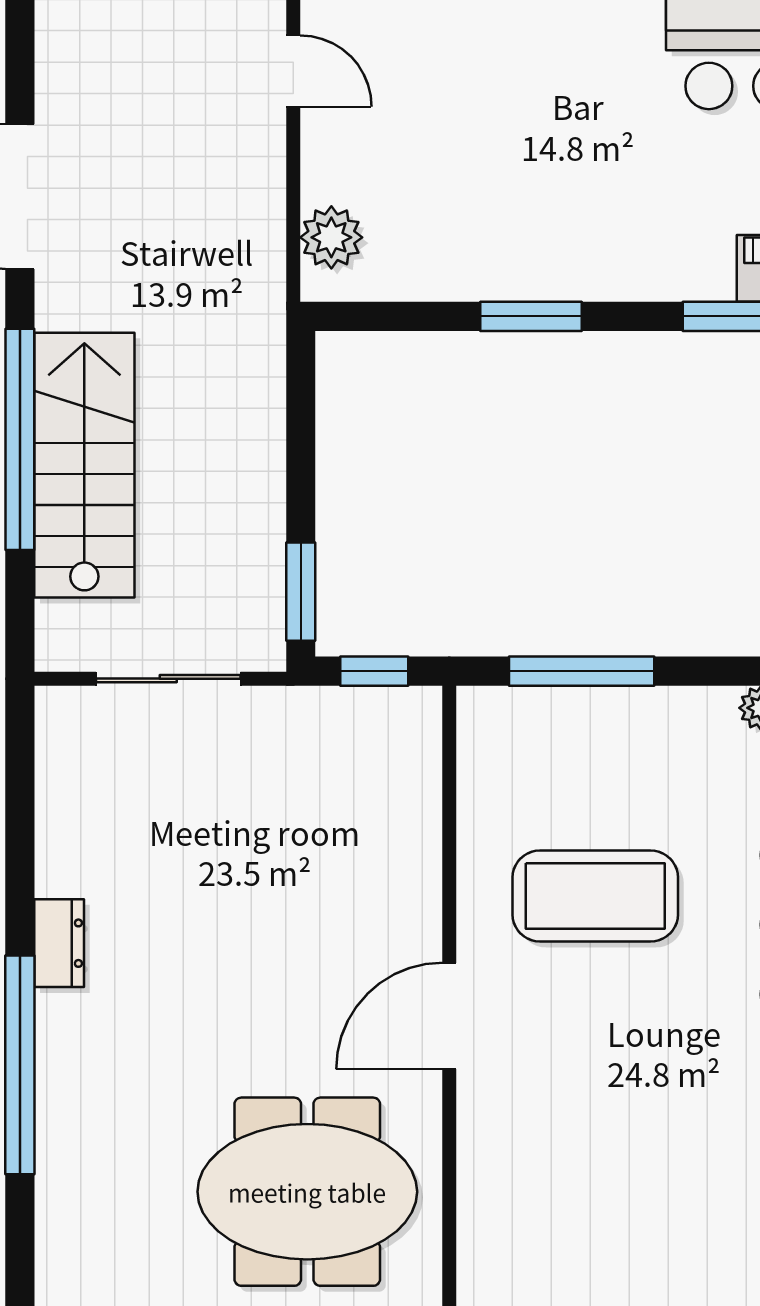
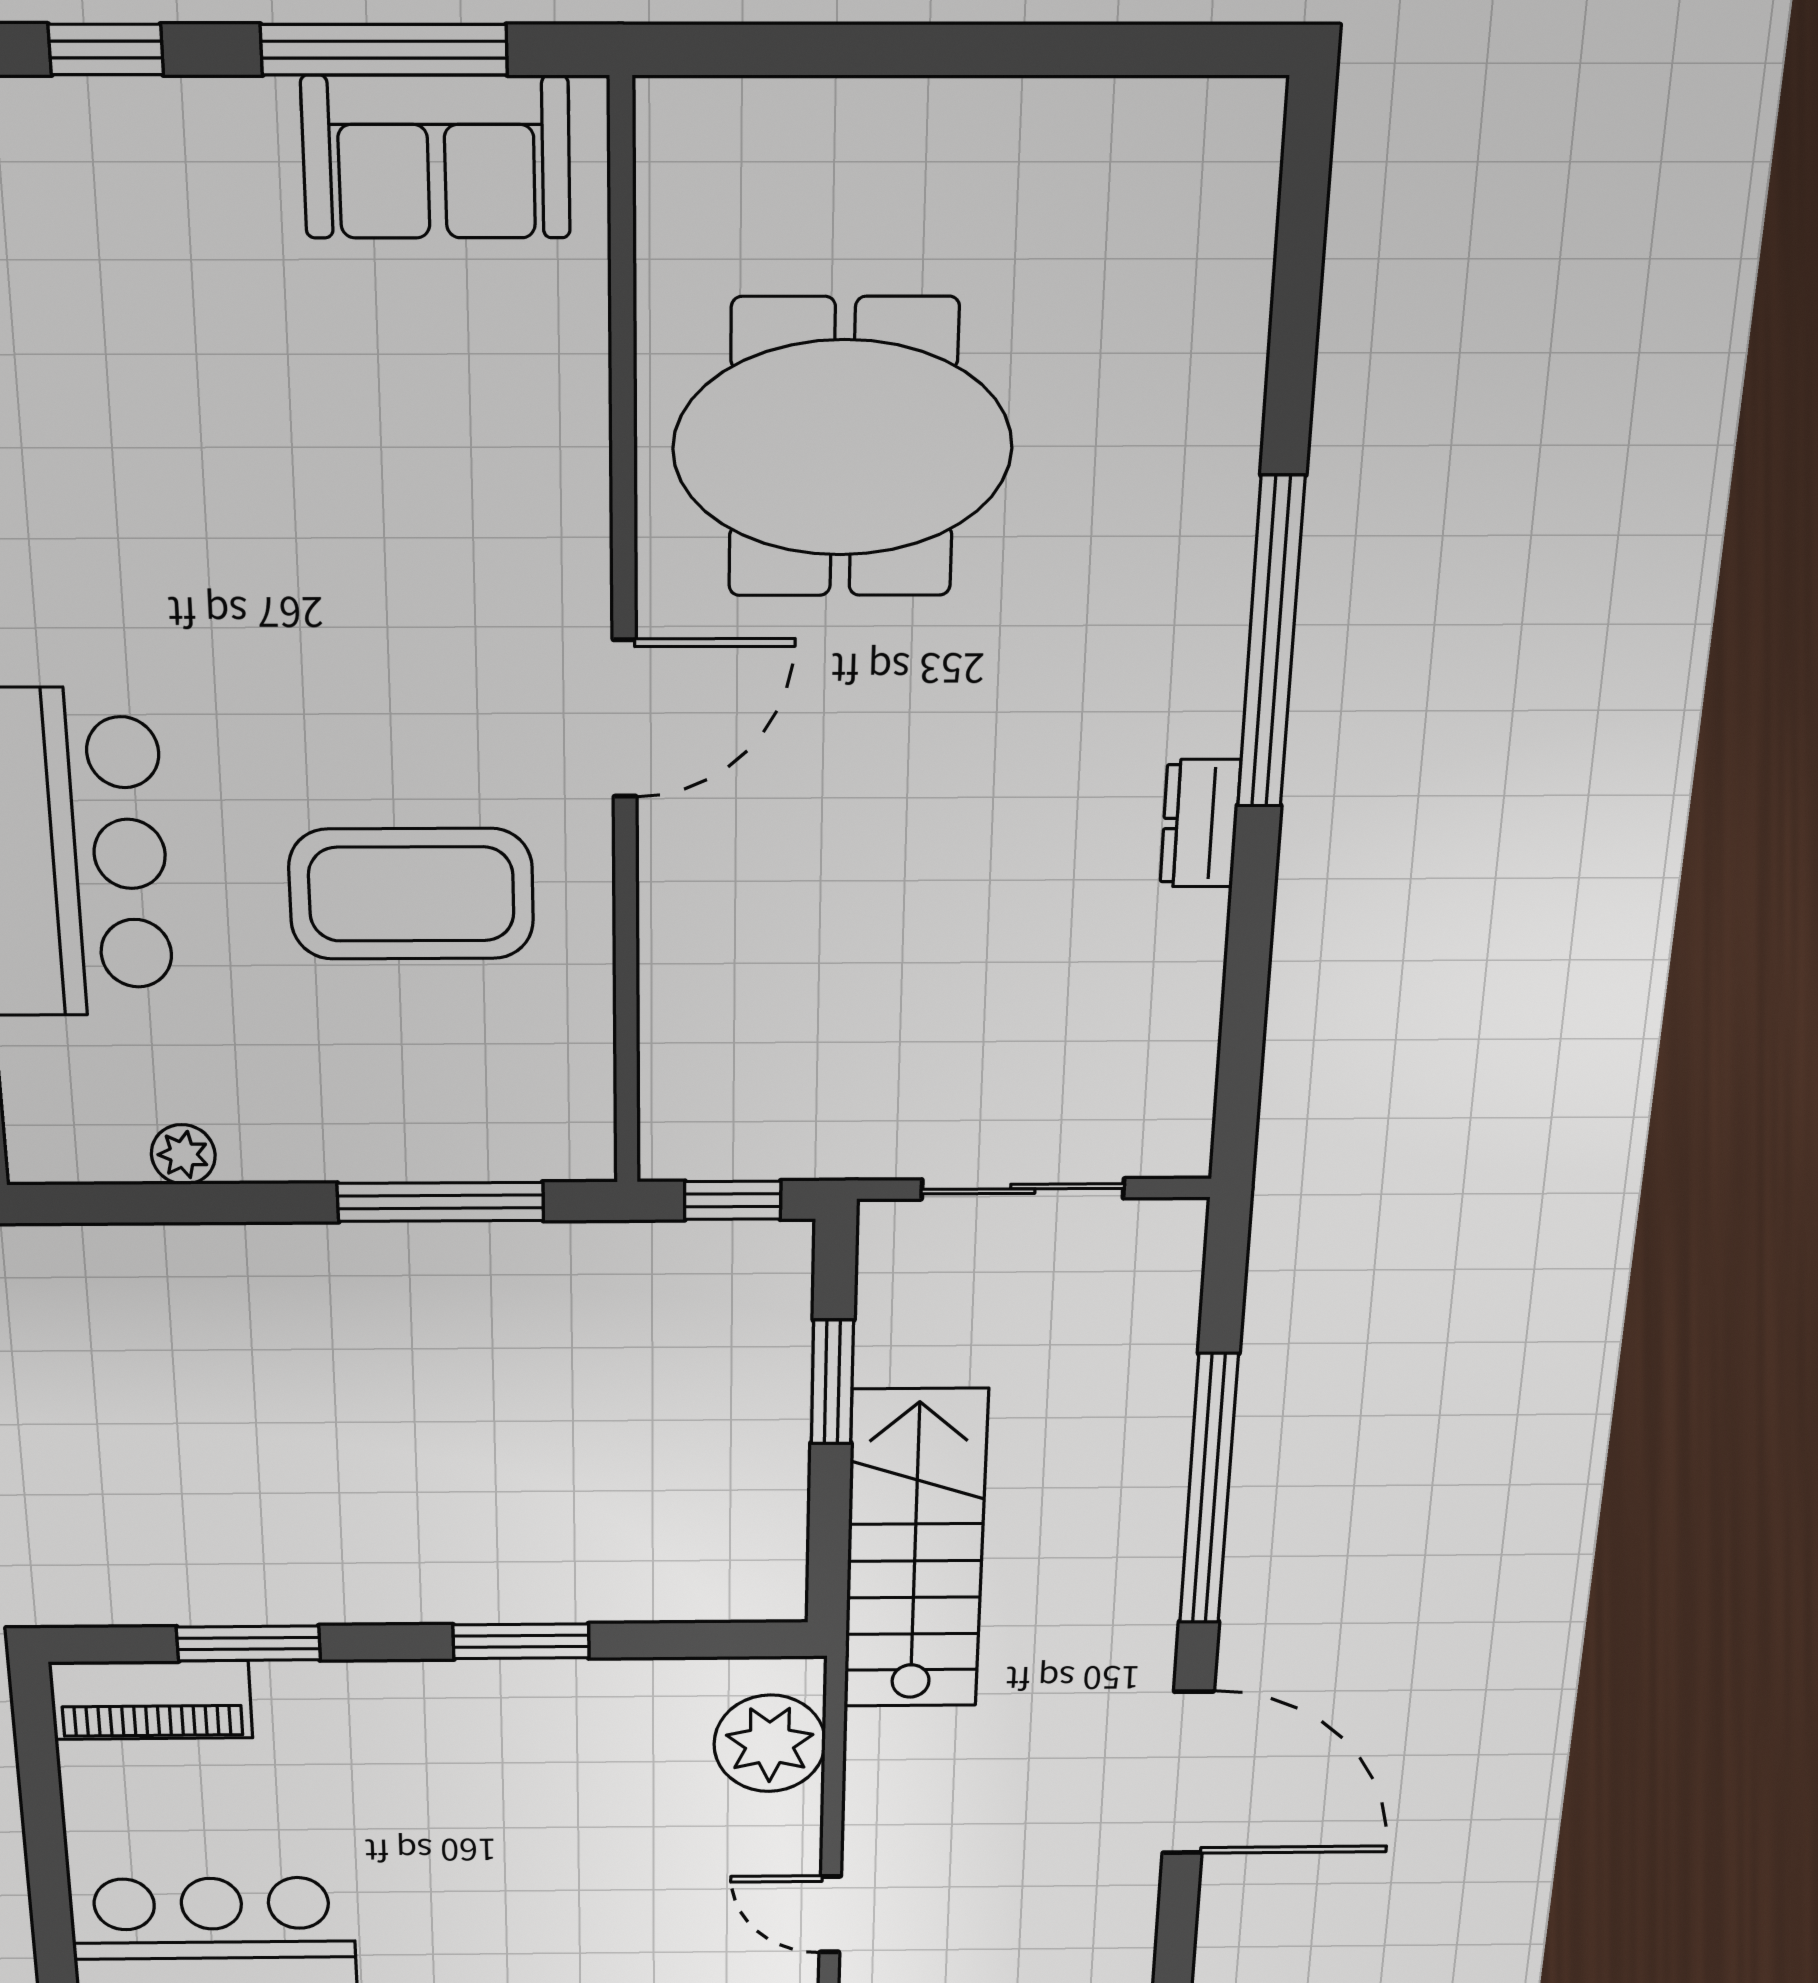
plant: (331, 237) -> (770, 1743), width x1.36, depth x1.36
stairs: (84, 465) -> (915, 1550), moved, turned 180
window: (301, 592) -> (832, 1382), moved

